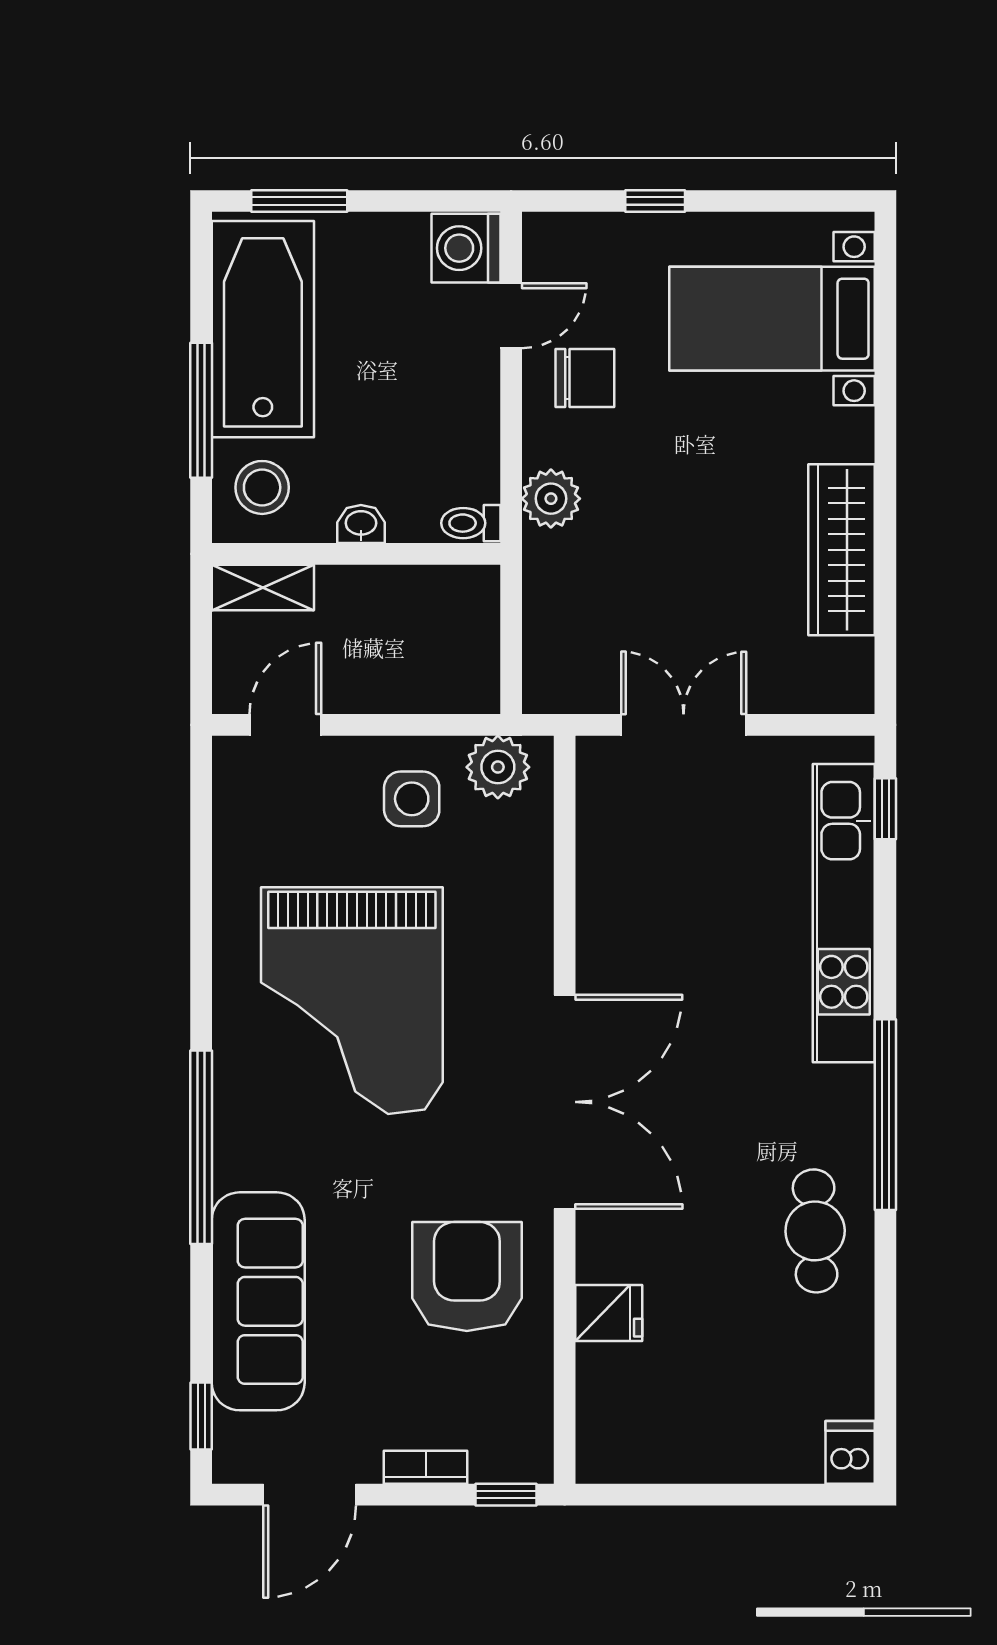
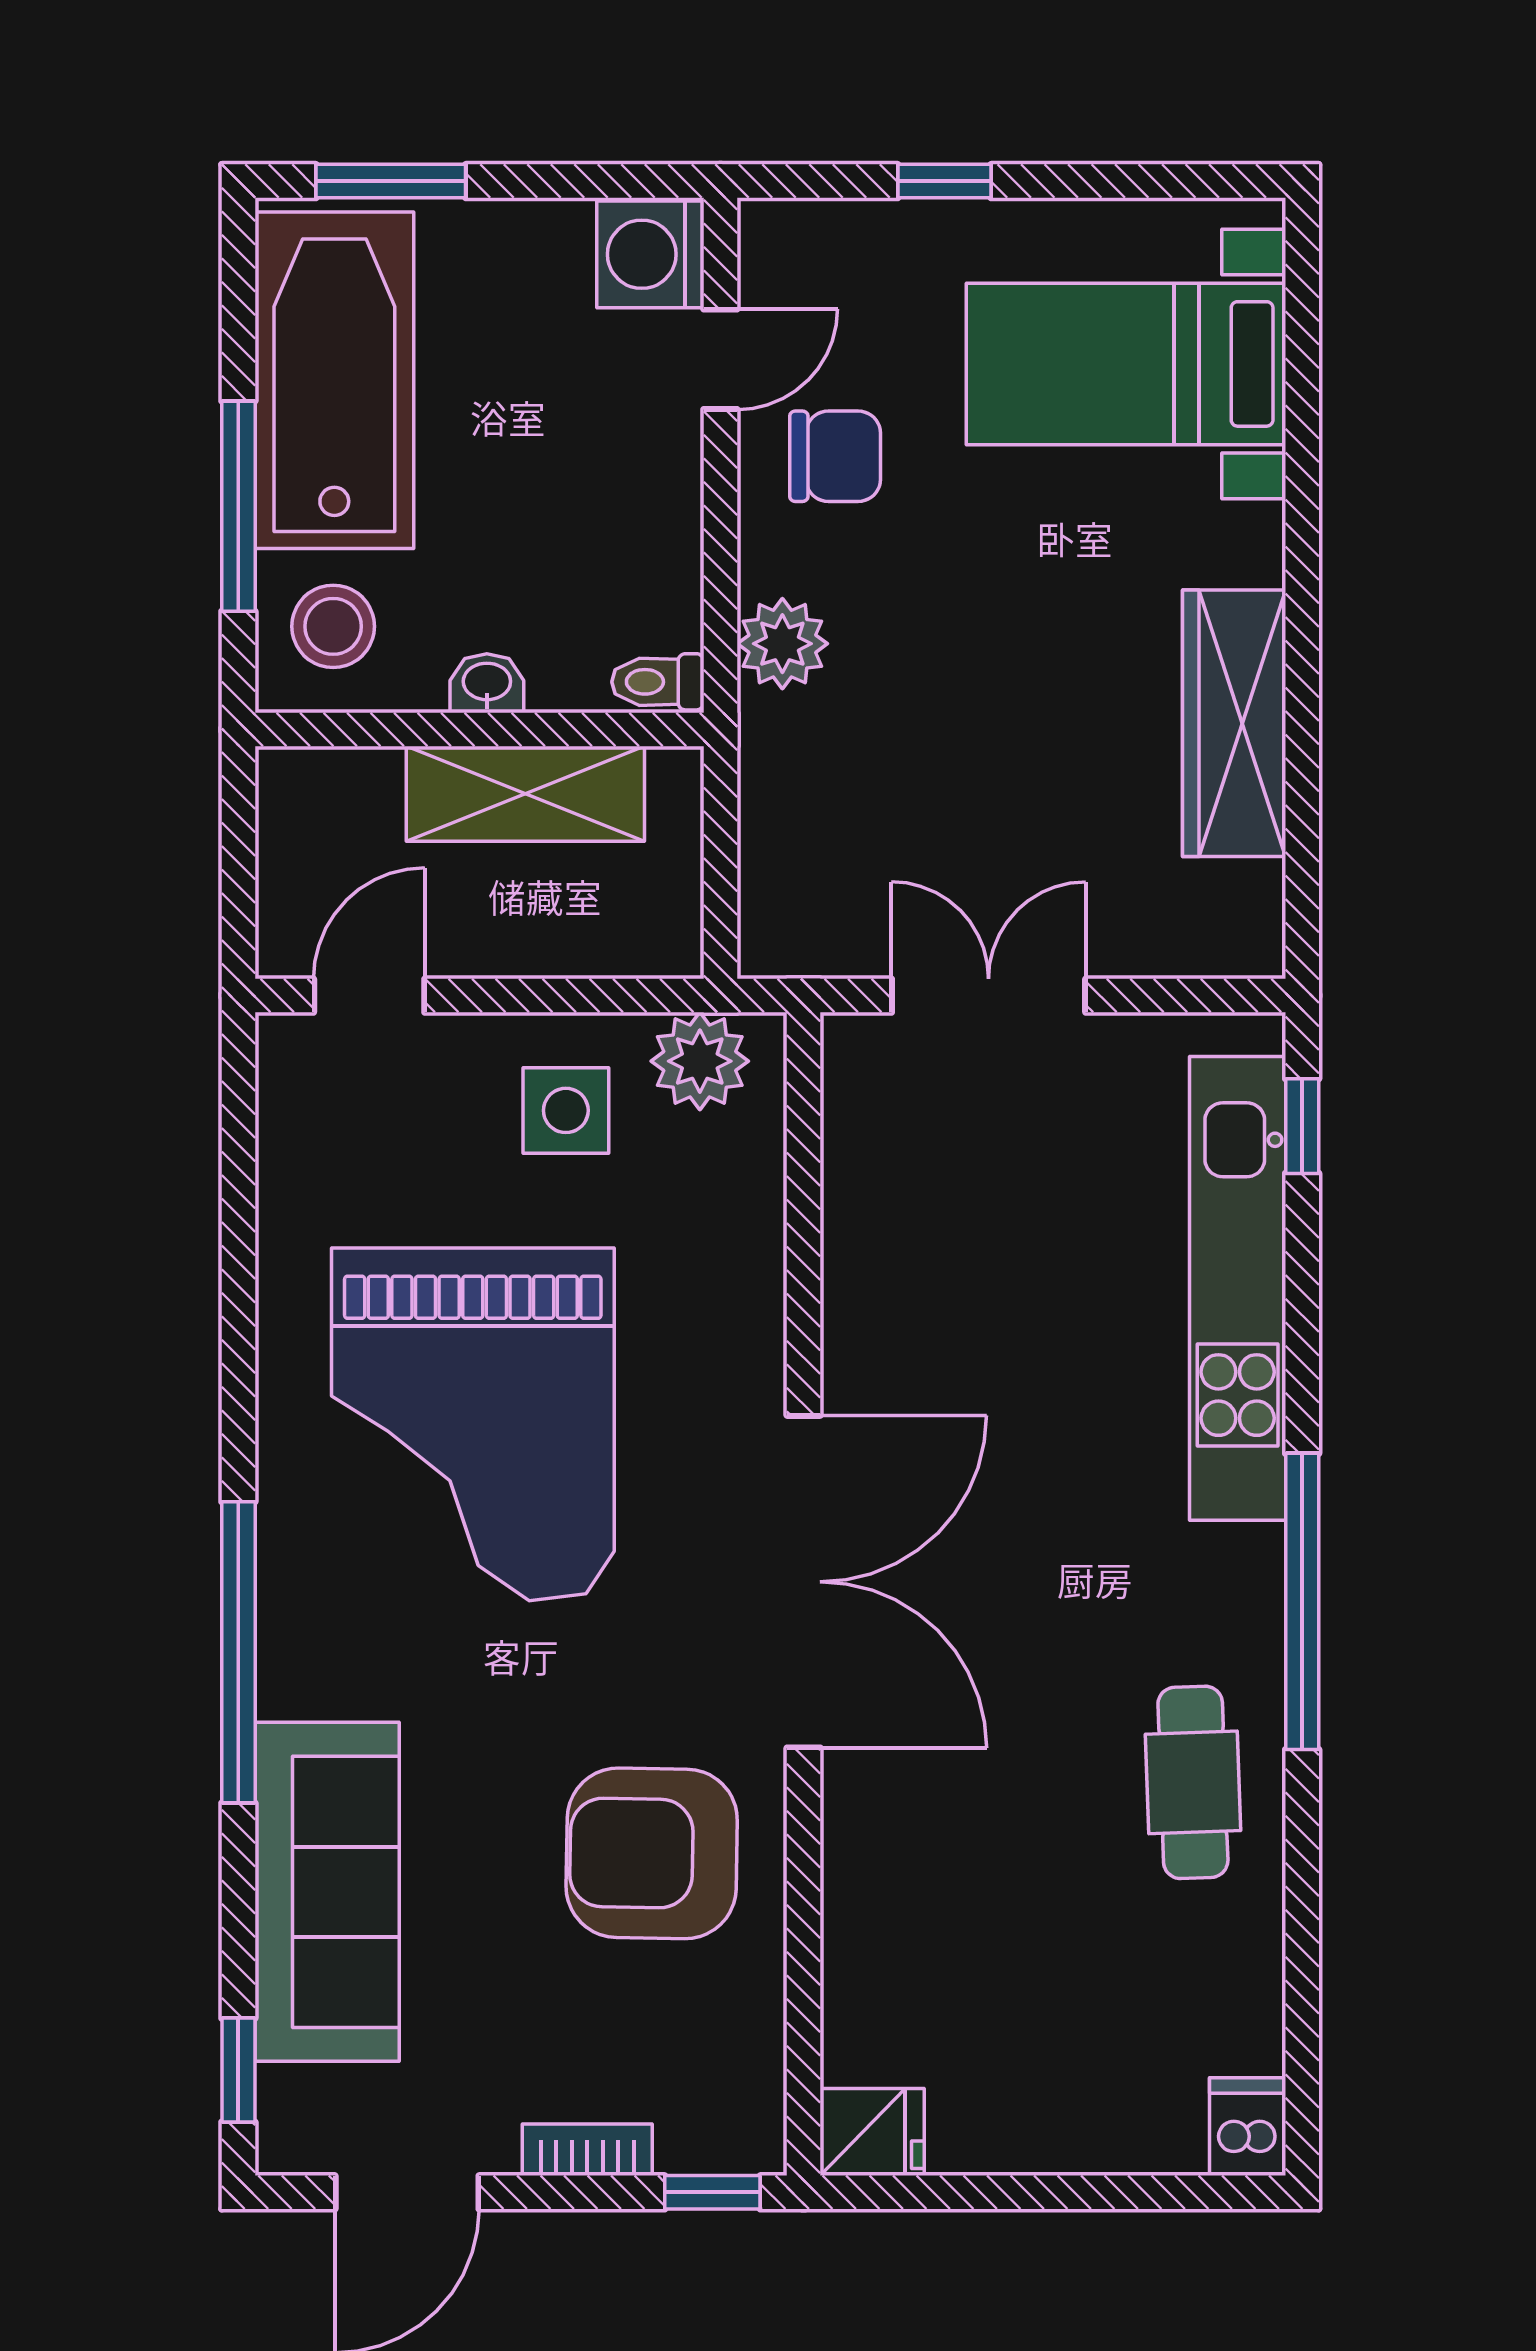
shelving: (263, 587) -> (525, 794), moved, width x1.50, depth x1.33
armchair: (467, 1277) -> (652, 1853), turned -89
fridge: (609, 1313) -> (872, 2132), moved

